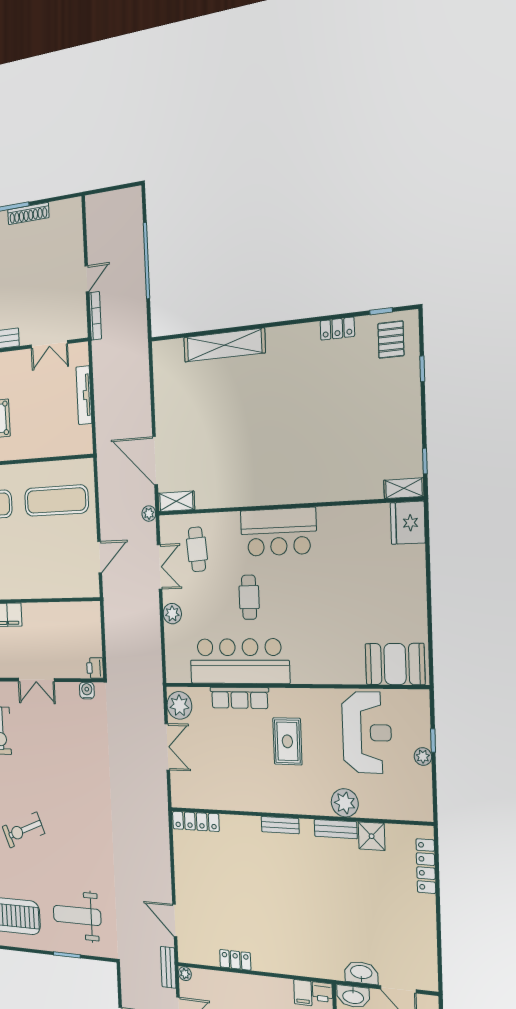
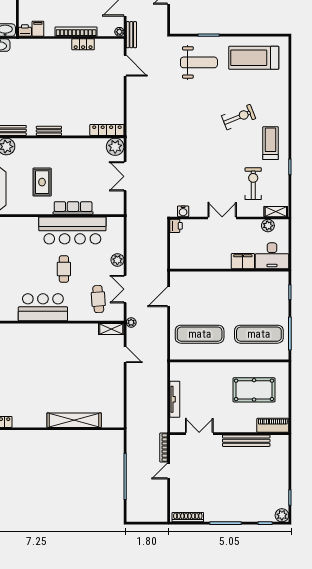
shoe rack: (28, 214) -> (188, 517), moved
door: (155, 461) -> (125, 355), width x0.53
plant: (179, 705) -> (115, 147), moved
bookcase: (246, 981) -> (76, 32), added

